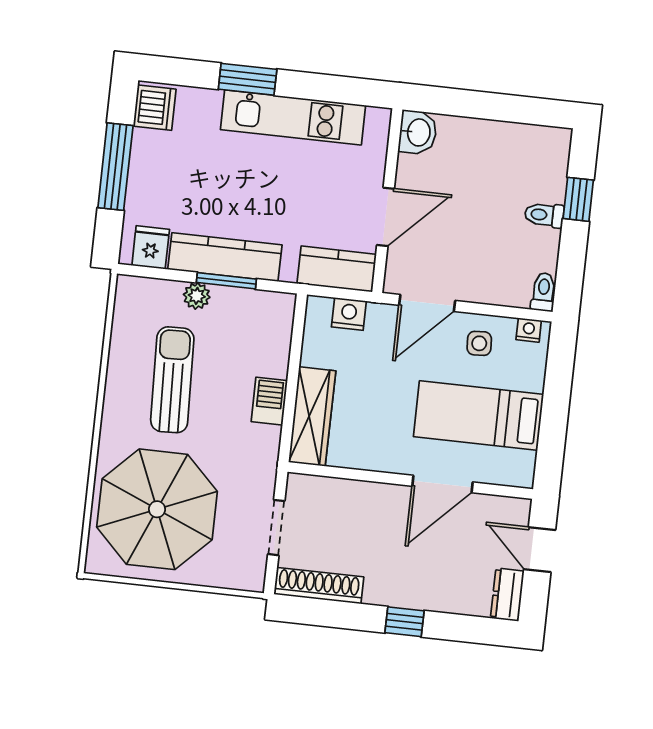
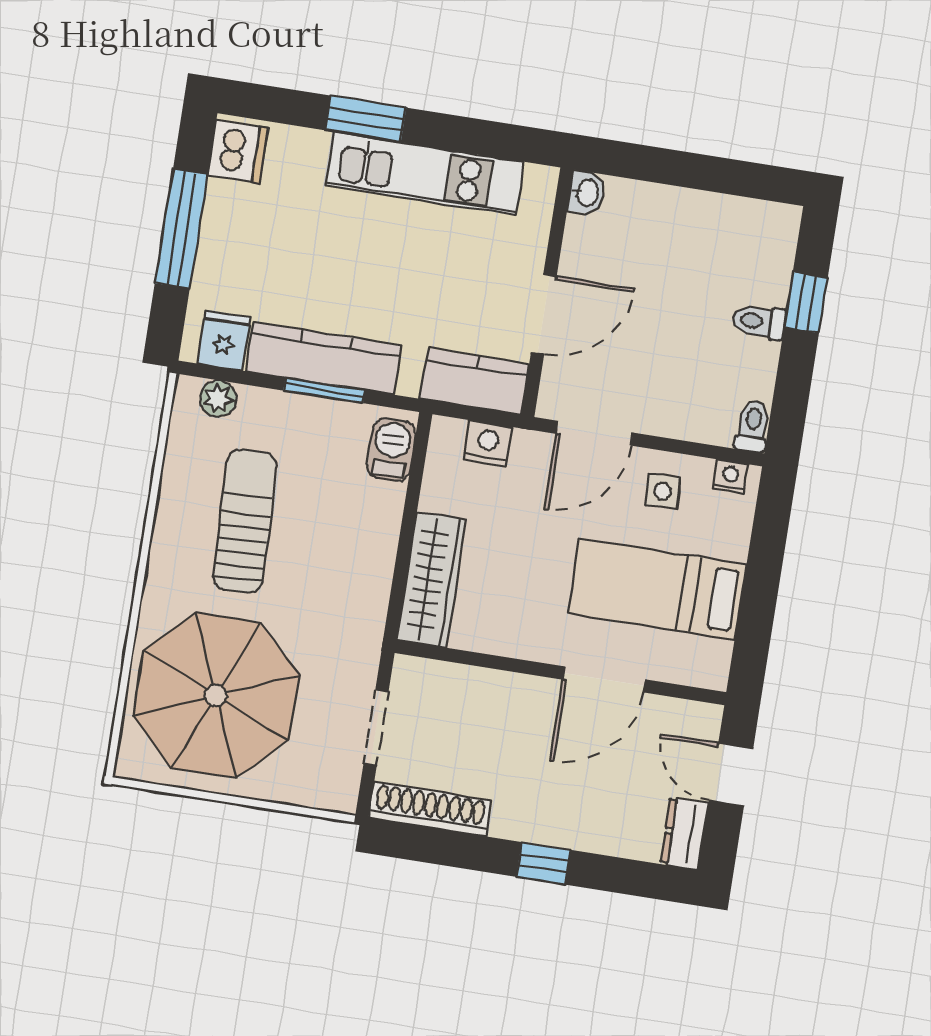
washbasin: (418, 132) -> (587, 193), width x0.72, depth x0.69
plant: (197, 296) -> (218, 399), moved
barbecue: (269, 401) -> (392, 450), moved

